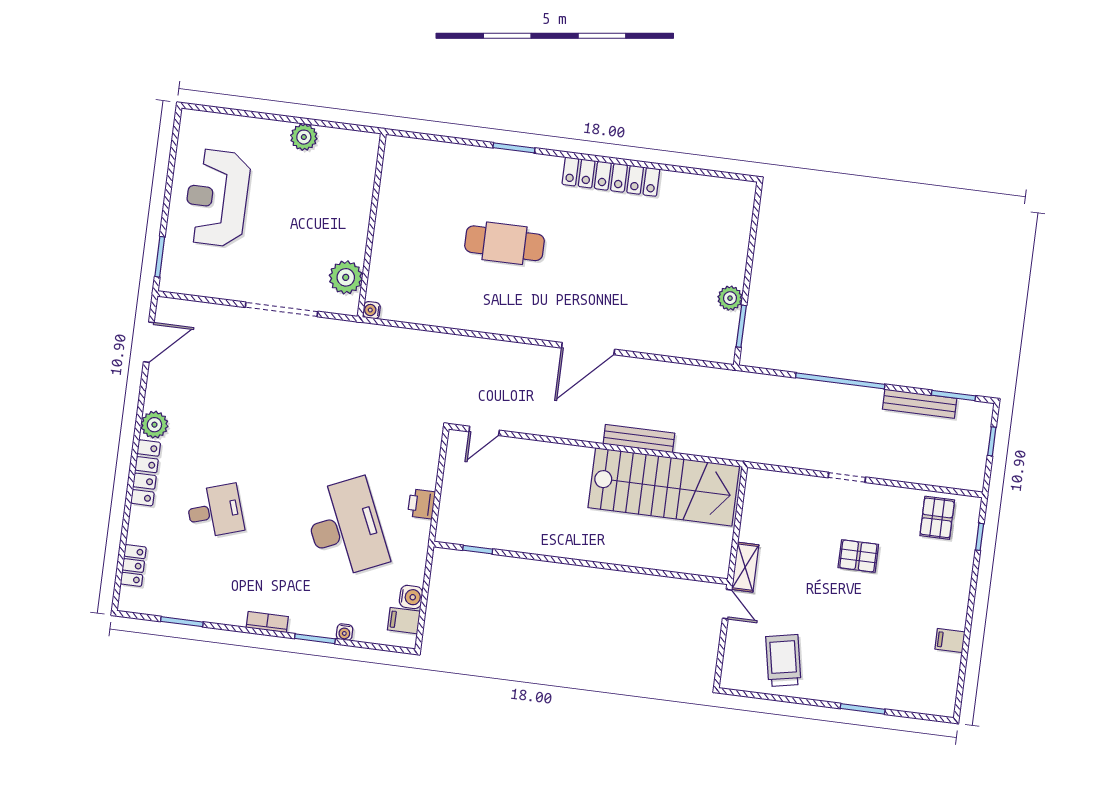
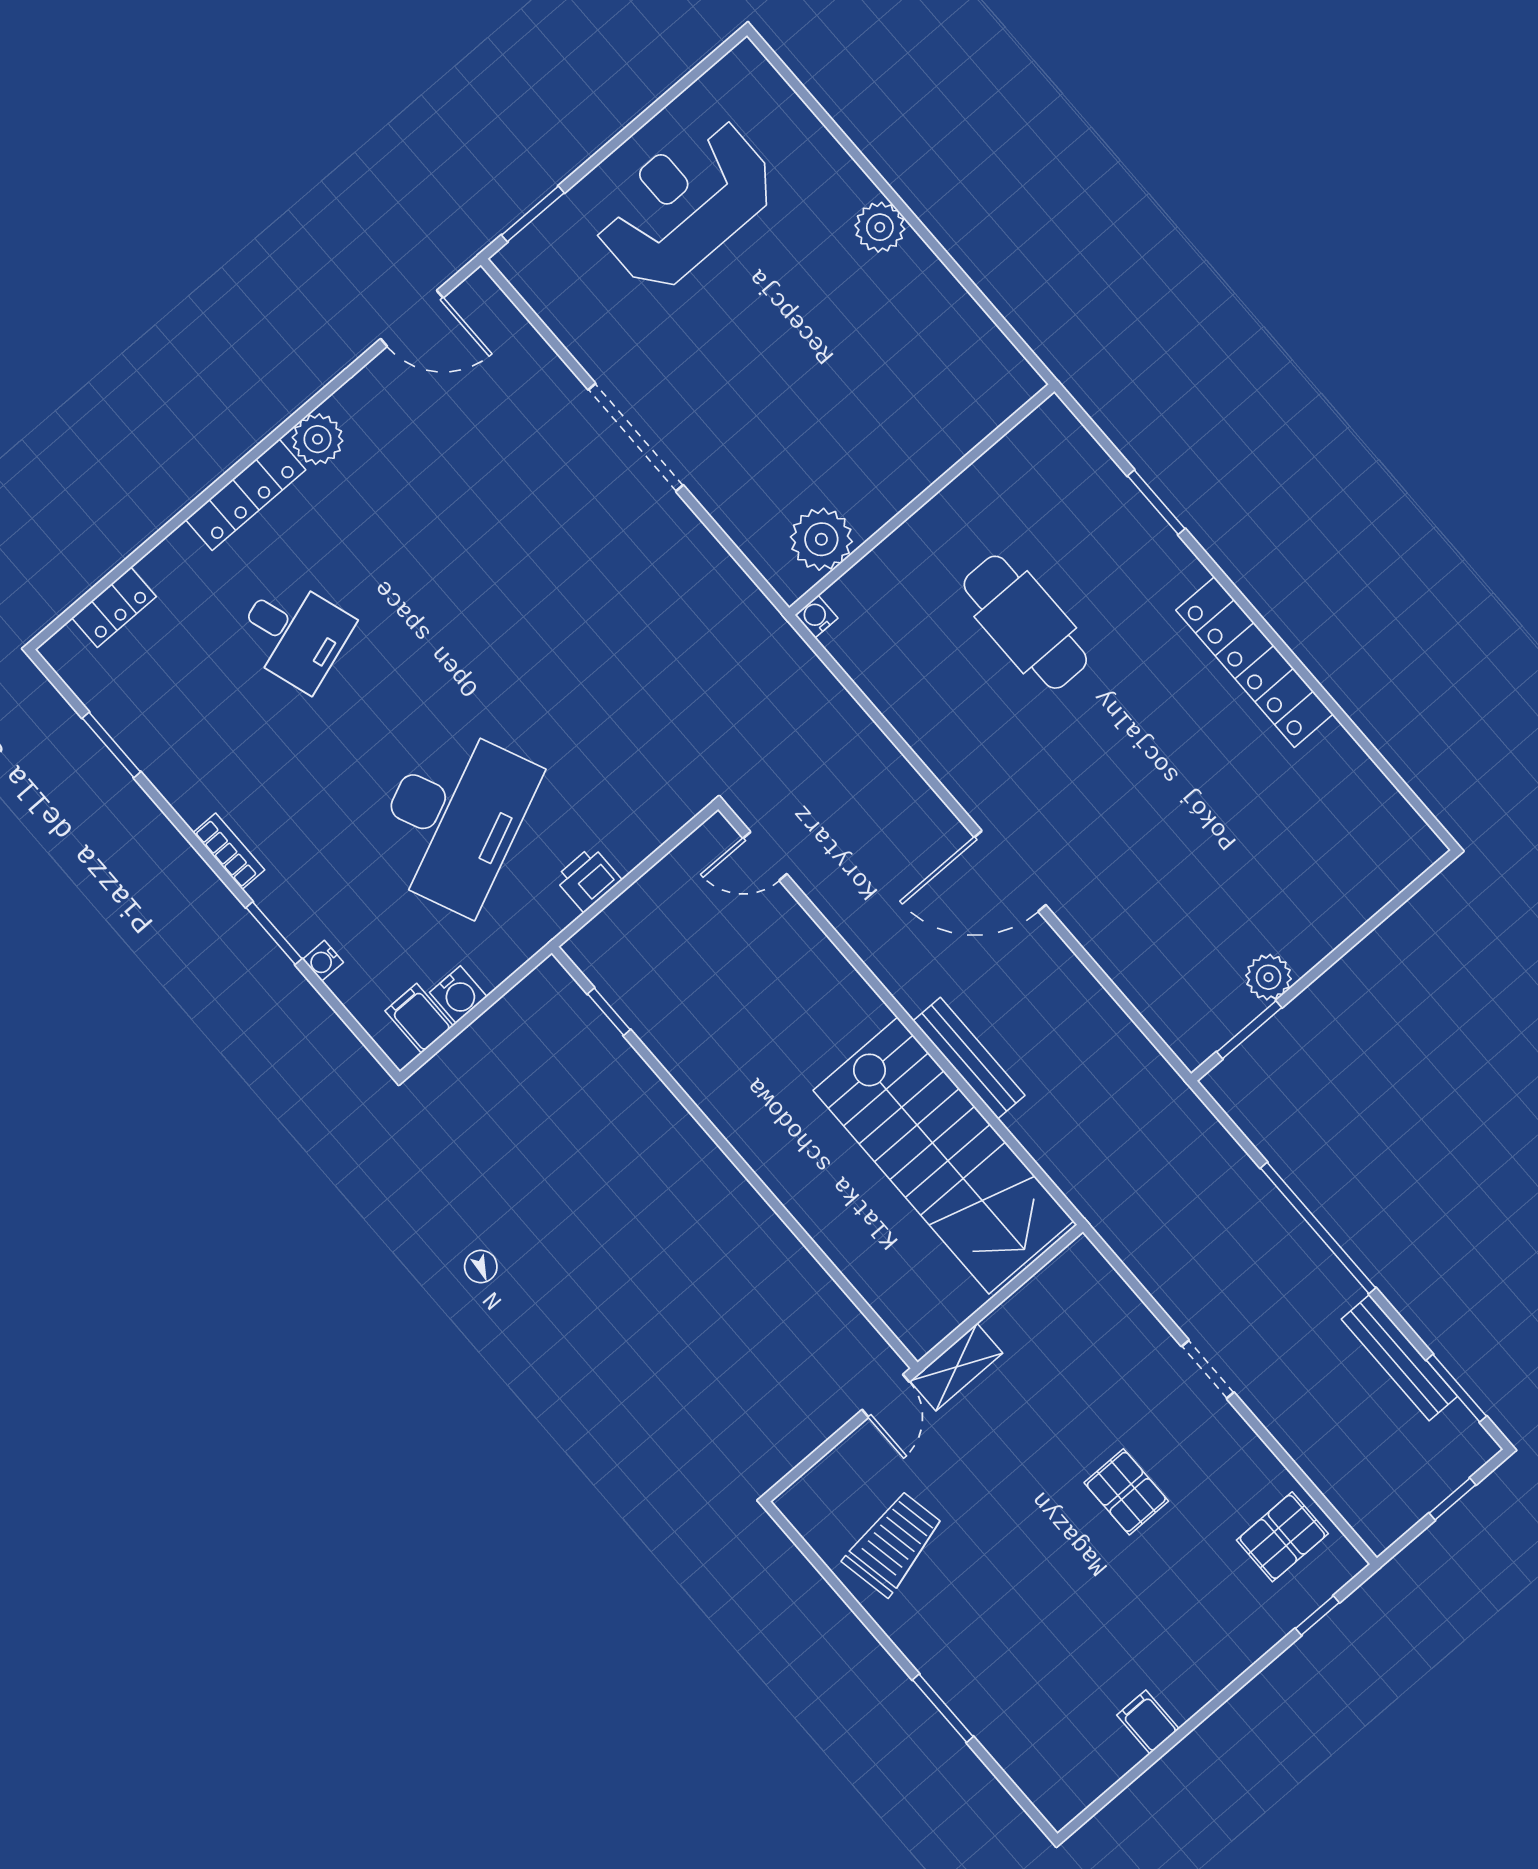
wall: (372, 225) -> (922, 500), moved
plant: (346, 277) -> (821, 539), moved
water cooler: (372, 310) -> (816, 617), moved

